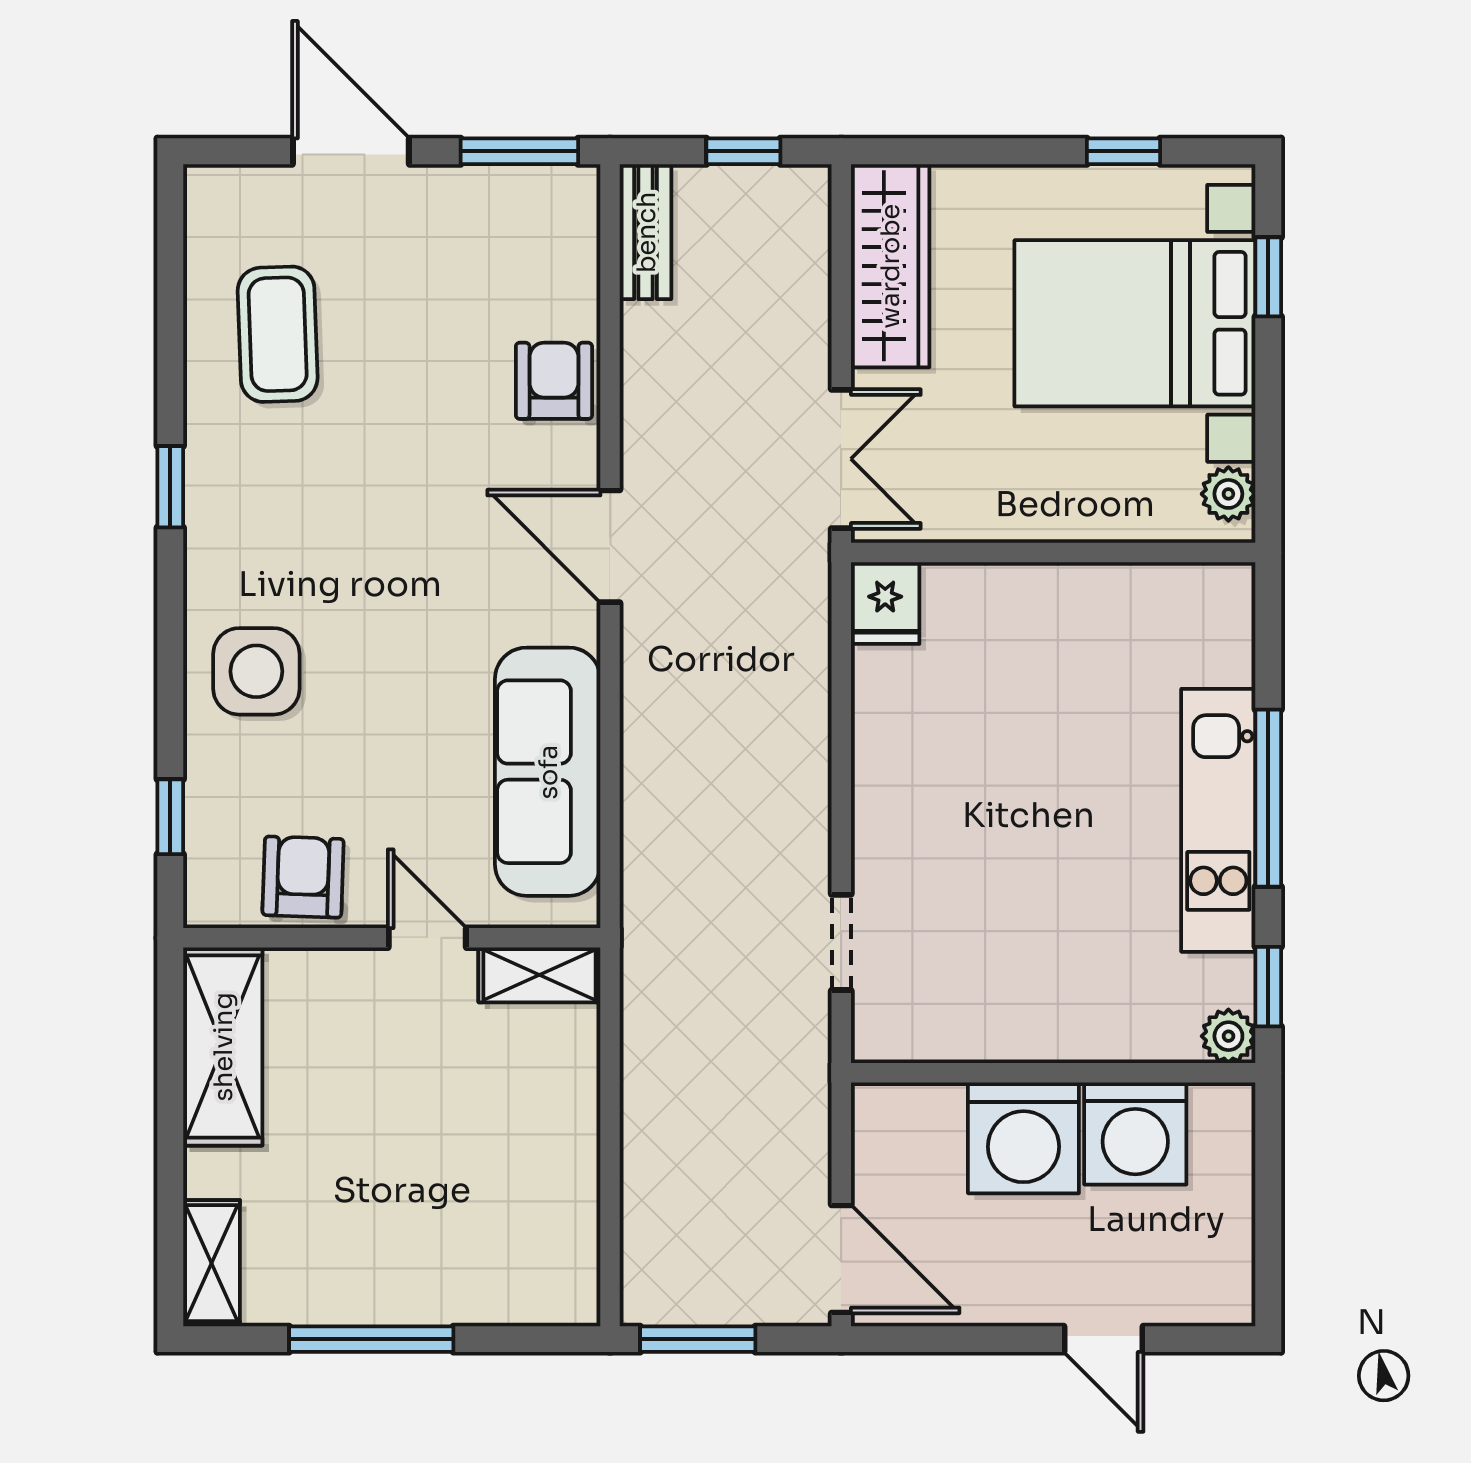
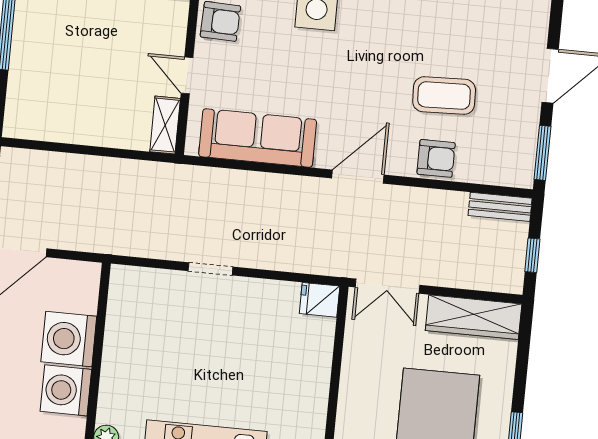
coffee table: (278, 334) -> (444, 96), moved
door: (427, 938) -> (187, 75), swing flipped
doorway: (841, 942) -> (210, 269), moved

